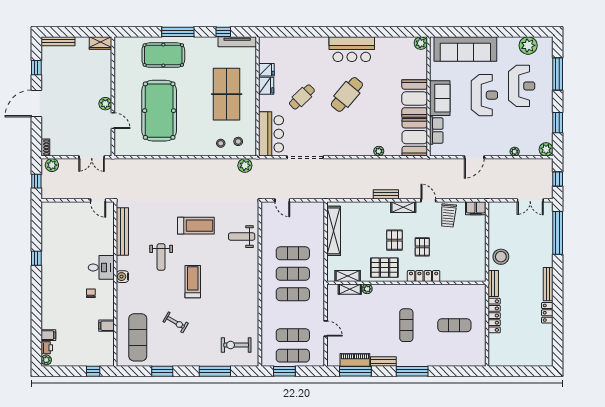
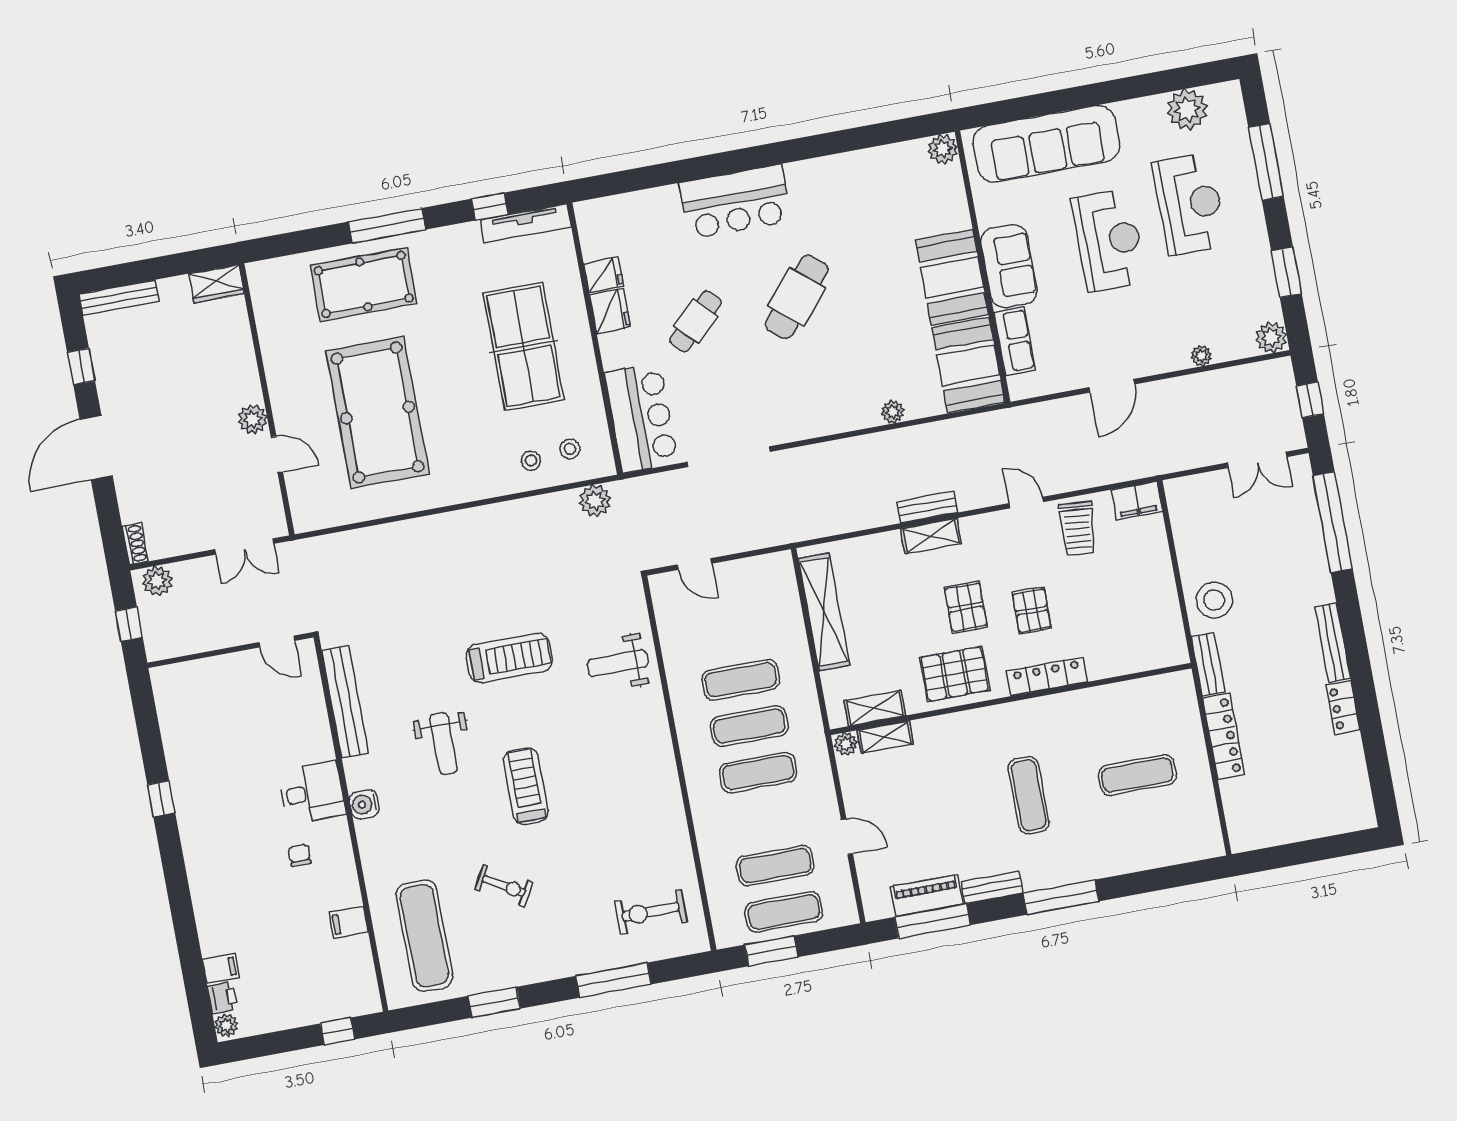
bar counter: (352, 49) -> (735, 202), moved
shelving: (403, 207) -> (931, 536), moved
plant: (367, 289) -> (846, 744), moved

